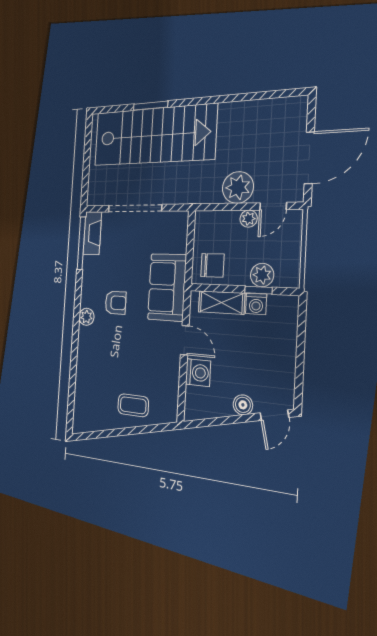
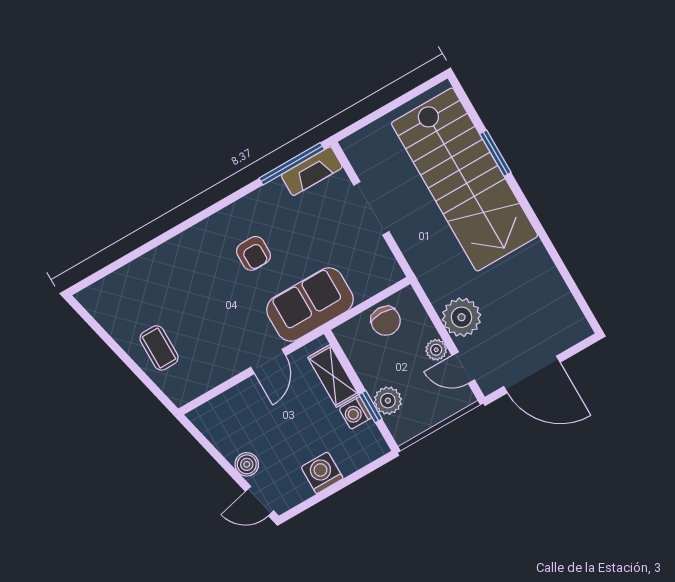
doorway: (135, 208) -> (371, 208), width x0.73
chair: (212, 265) -> (386, 321), moved
plant: (86, 317) -> (214, 227), removed
washing machine: (198, 373) -> (322, 473), moved, turned 180

